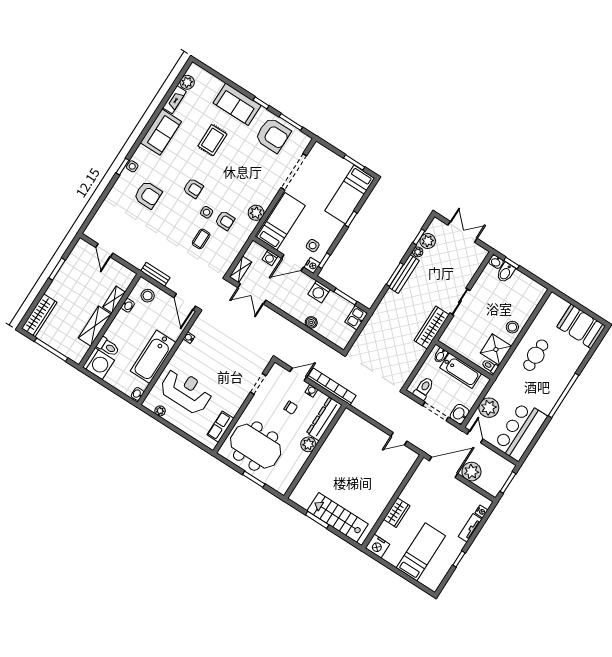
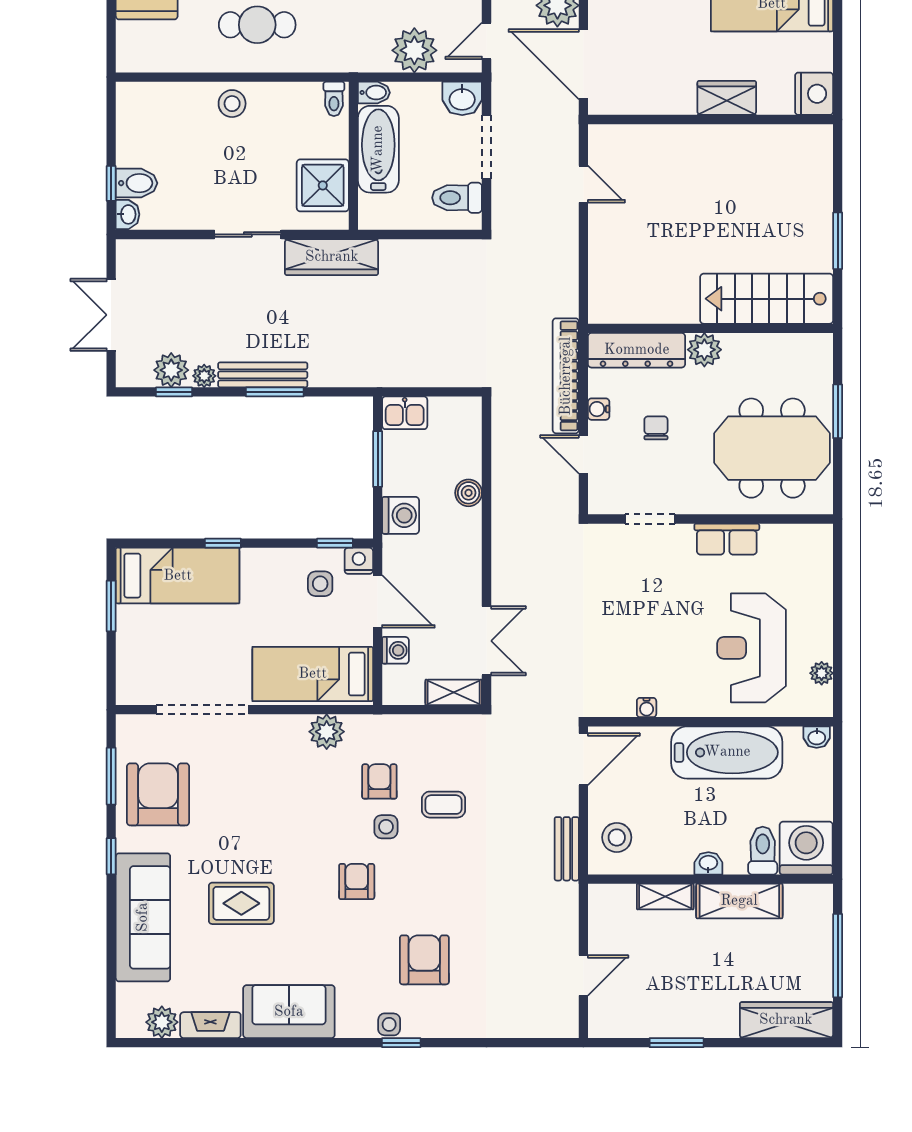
sofa: (237, 104) -> (143, 917), width x1.36
washbasin: (128, 305) -> (708, 863), moved
shower: (496, 350) -> (323, 185), moved
bidet: (441, 356) -> (374, 93), moved
row of seats: (220, 427) -> (727, 539), moved
meeting table: (256, 446) -> (772, 448), turned 90
stairs: (338, 517) -> (767, 299), moved, turned 90

